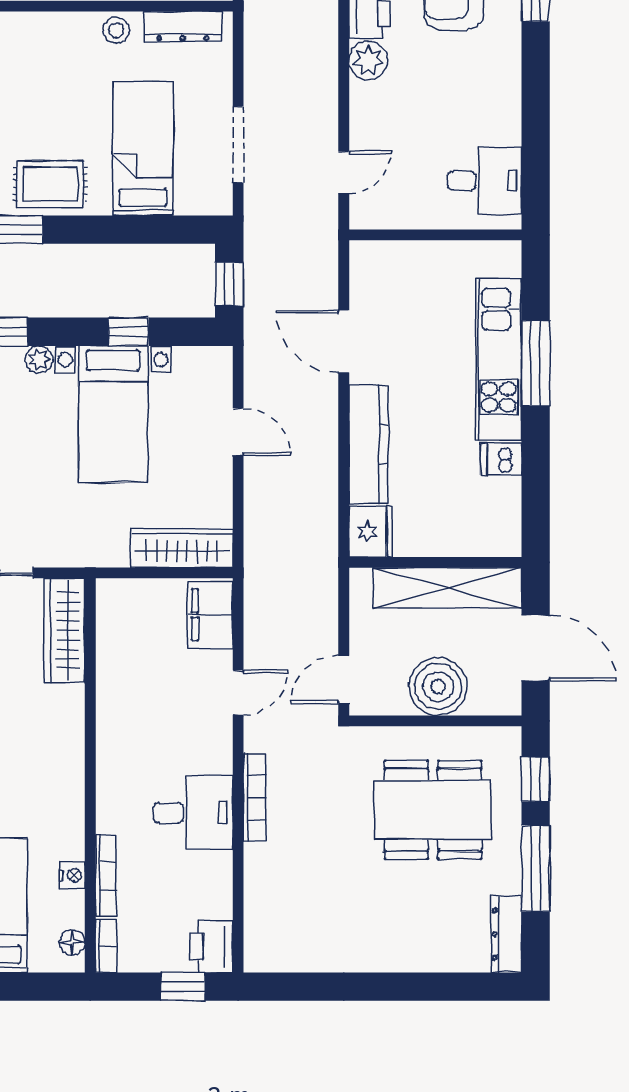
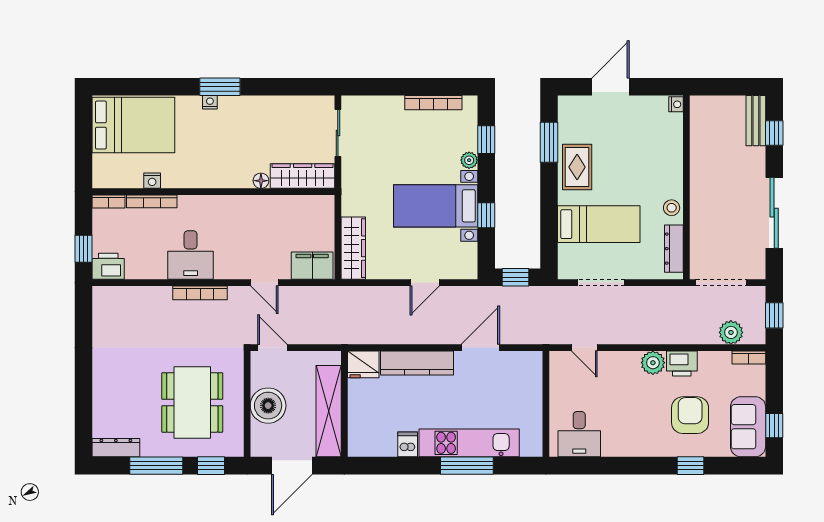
floor lamp: (72, 942) -> (261, 181), moved

